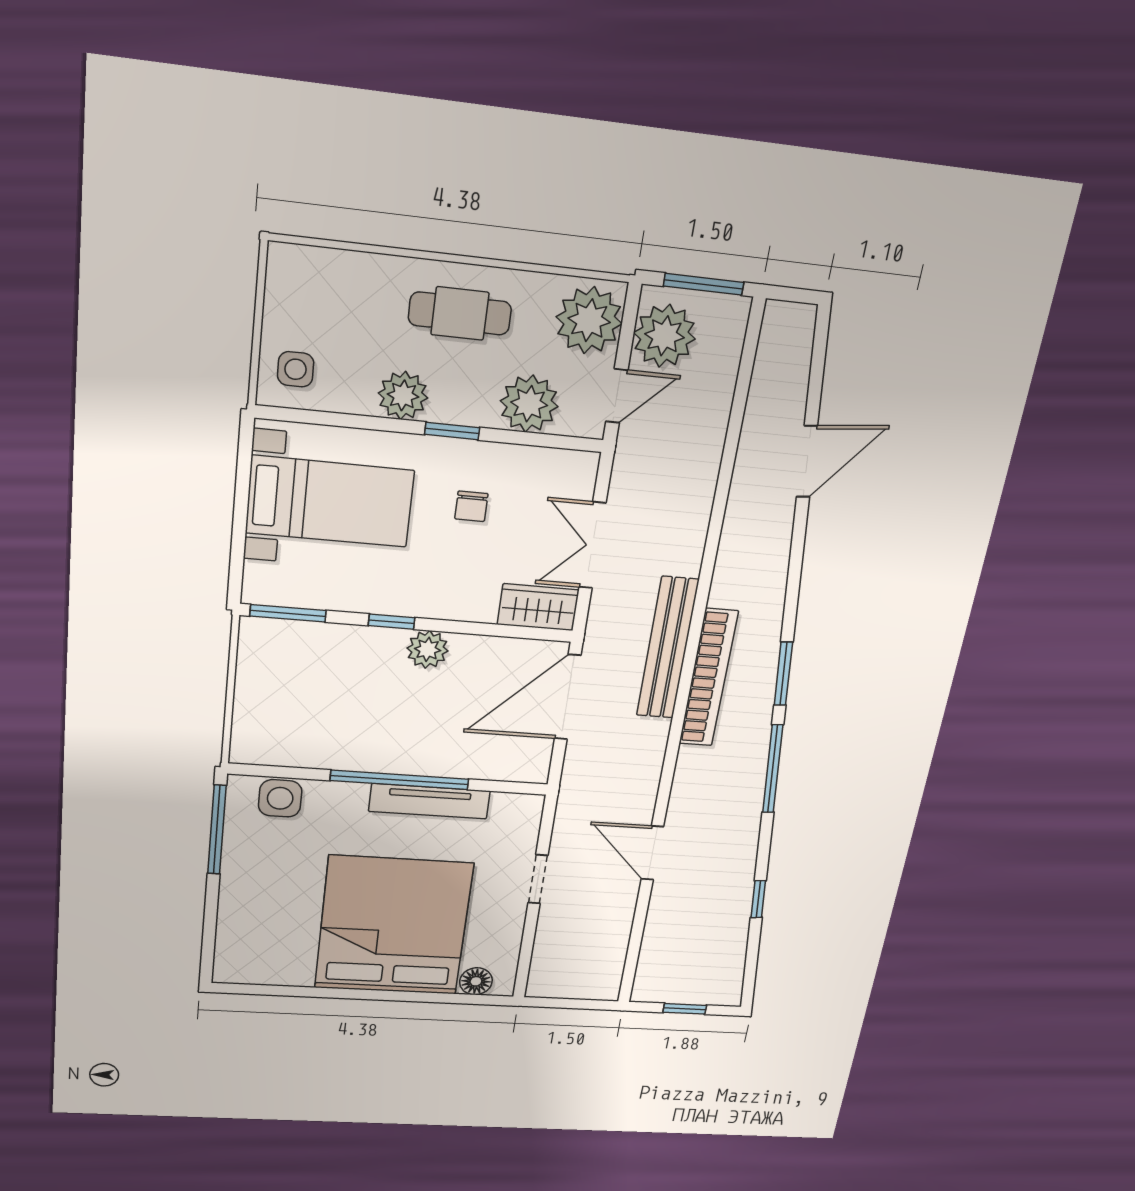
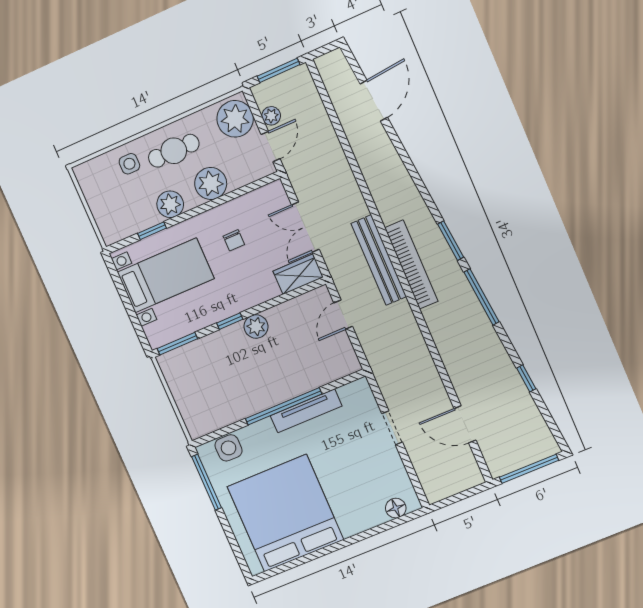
plant: (665, 336) -> (271, 116), width x0.53, depth x0.53
side table: (296, 369) -> (129, 164), moved
plant: (529, 404) -> (211, 183), moved
window: (452, 431) -> (152, 231), moved
door: (807, 461) -> (374, 101), moved
door: (568, 697) -> (343, 315), width x0.53
door: (652, 853) -> (465, 424), moved
bed: (394, 926) -> (285, 513), moved
window: (685, 1009) -> (529, 469), width x2.17

